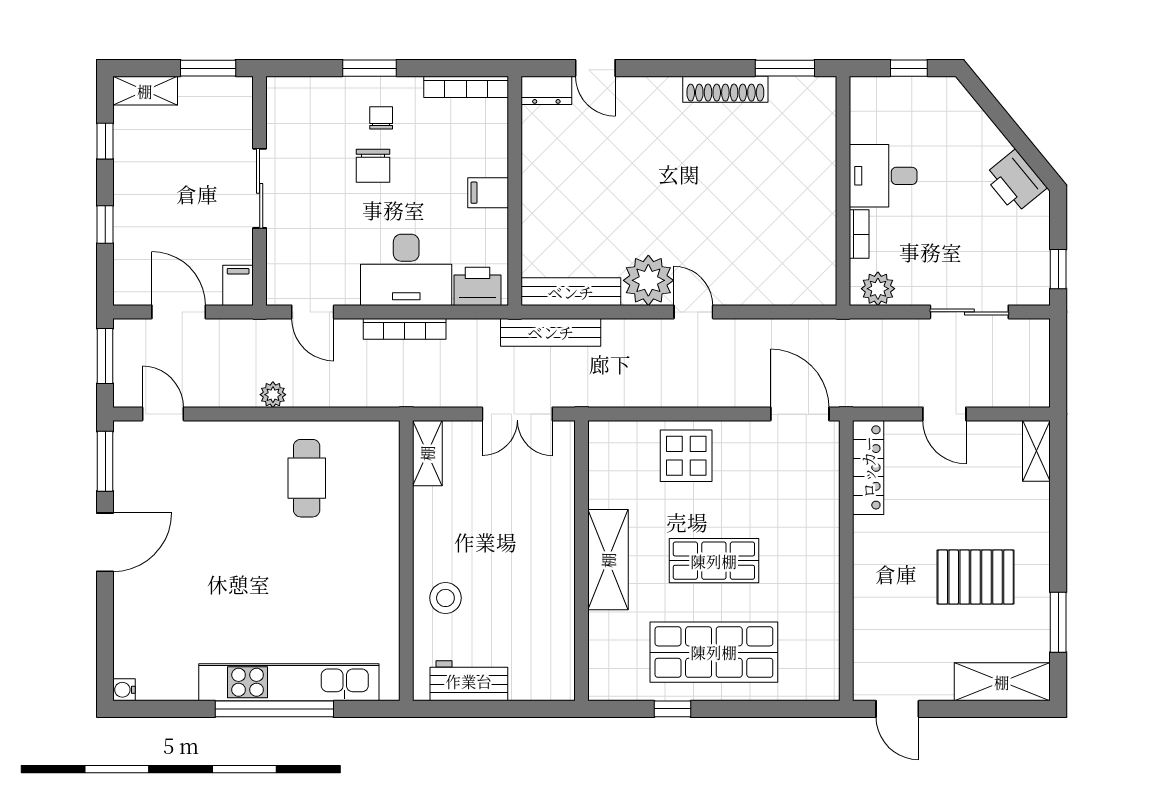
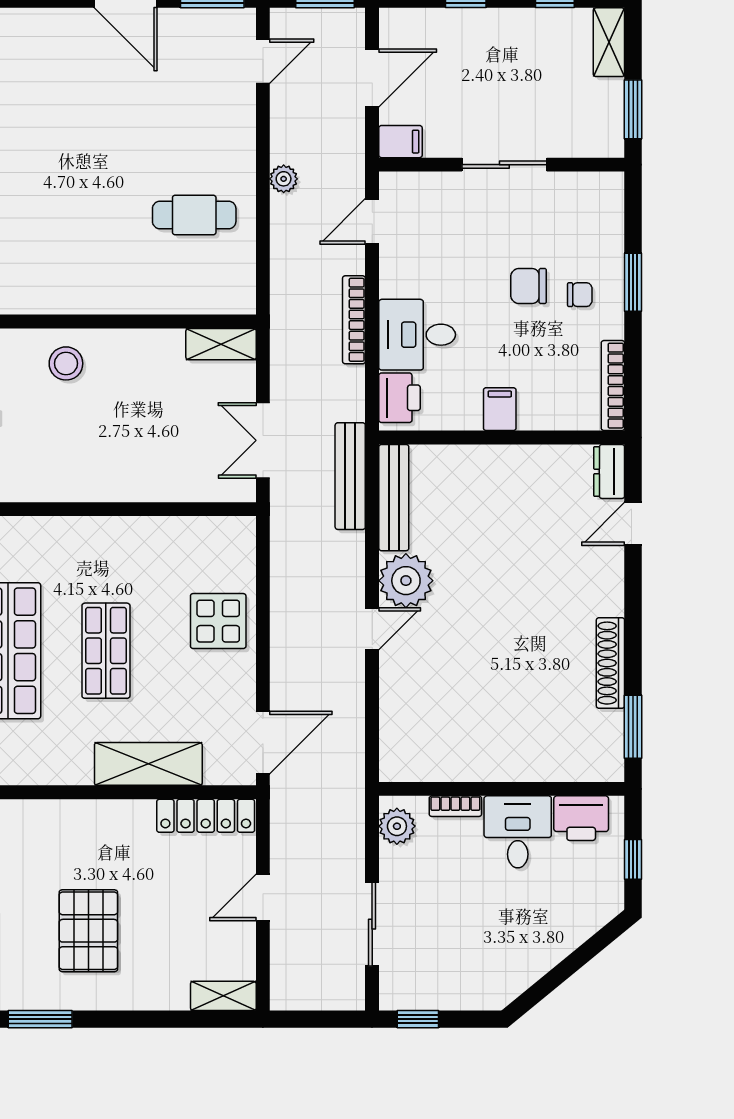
printer: (1015, 181) -> (581, 818), moved, turned -141
desk: (406, 270) -> (417, 335), width x0.73
shelving: (608, 560) -> (148, 764), moved

